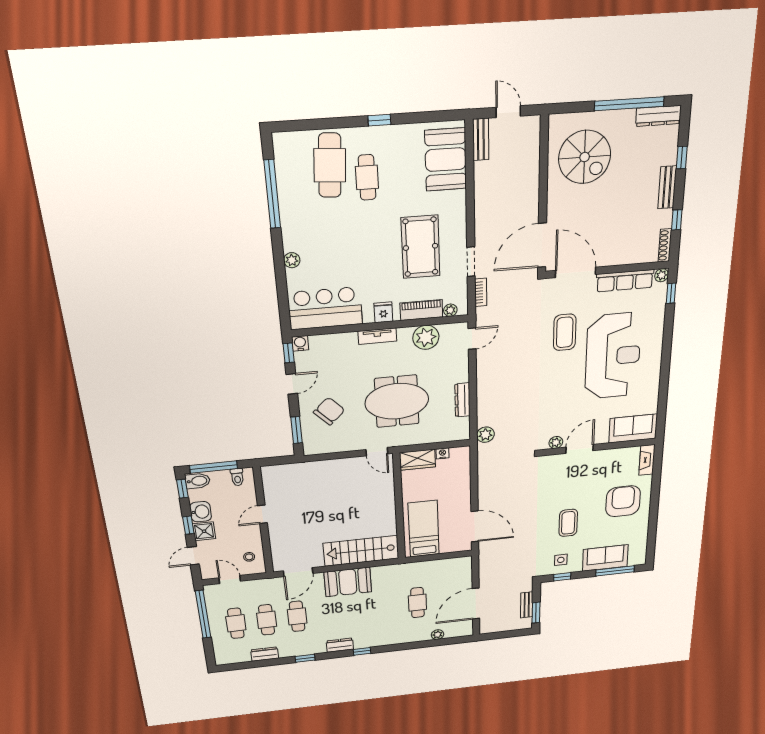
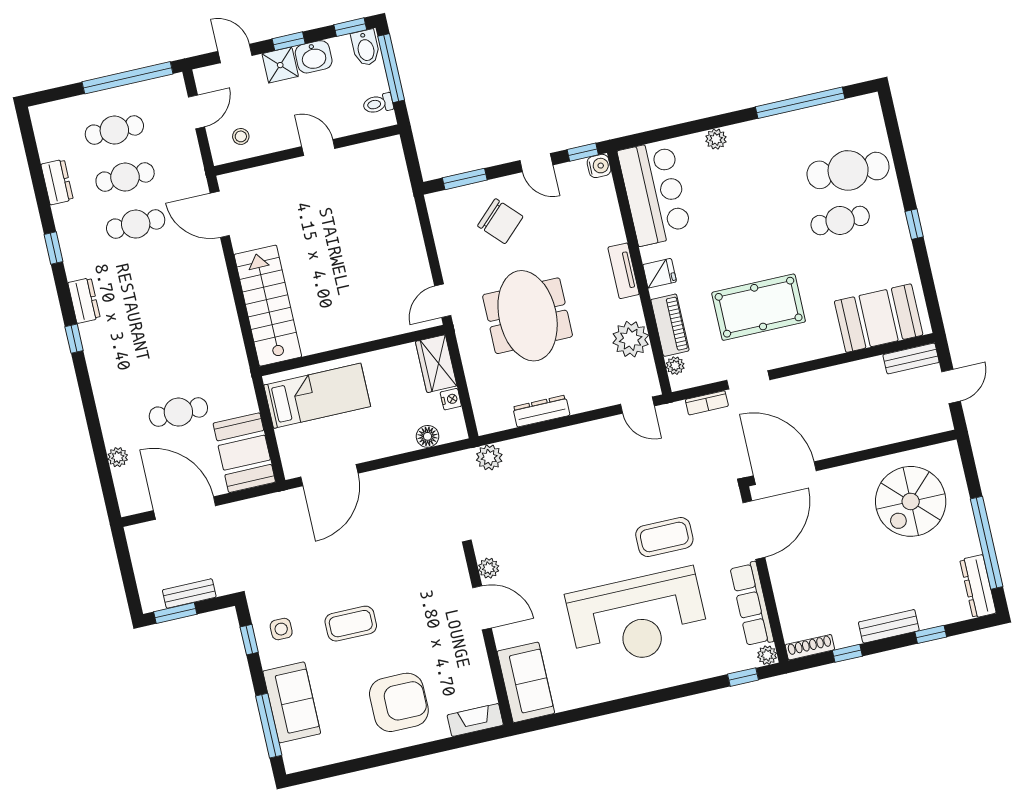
floor lamp: (463, 469) -> (427, 436), added
booth: (348, 582) -> (244, 453), moved

